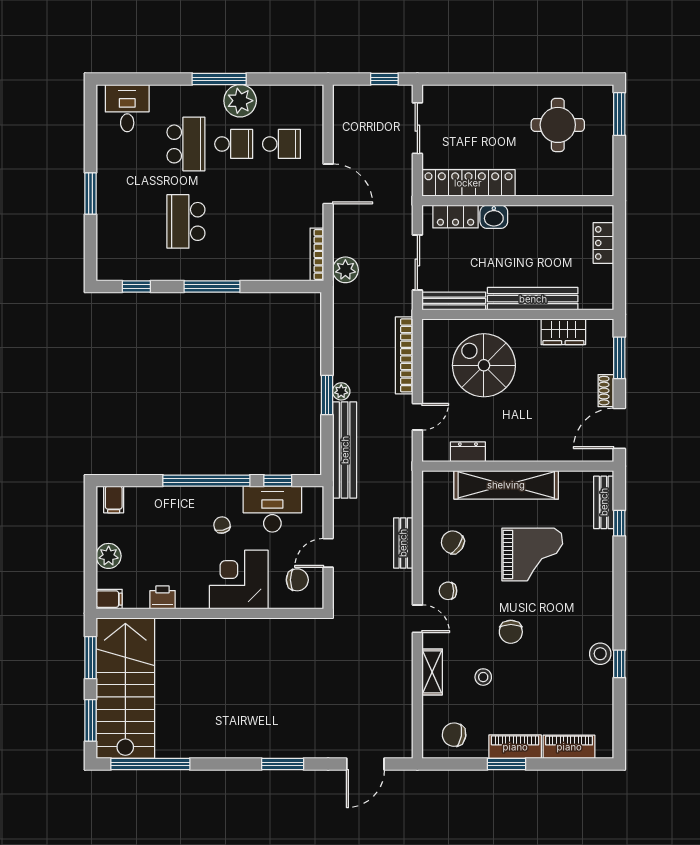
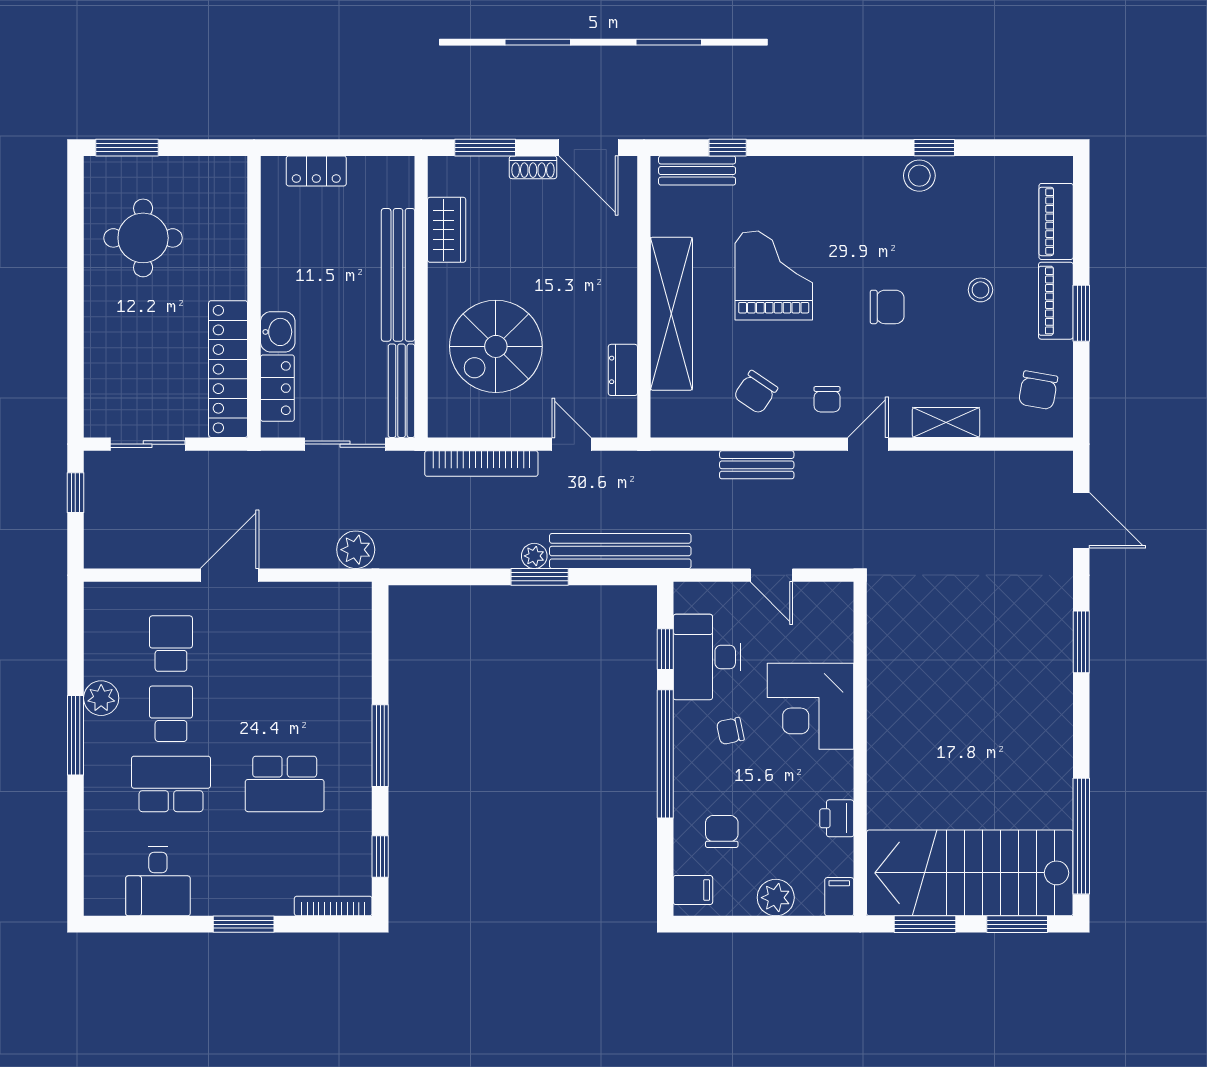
plant: (240, 101) -> (101, 698), width x0.73, depth x0.73
desk: (127, 108) -> (158, 881), moved, turned -90
bookcase: (317, 254) -> (333, 906), moved, turned 180
chair: (297, 580) -> (722, 831), moved
stool: (483, 677) -> (980, 290), moved

